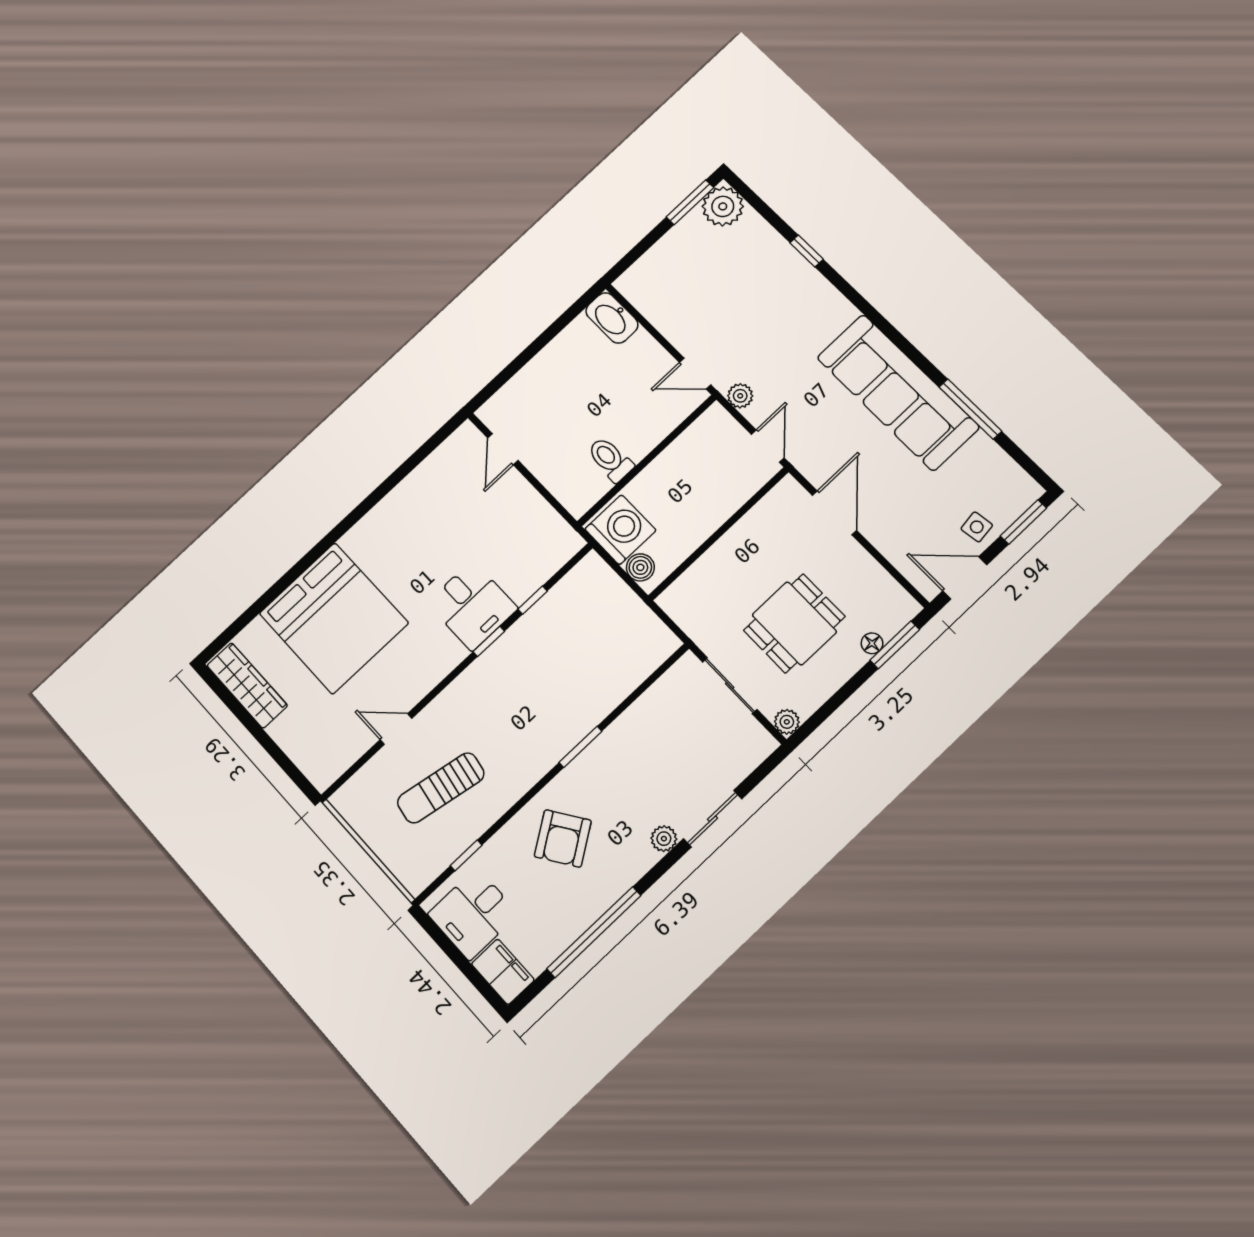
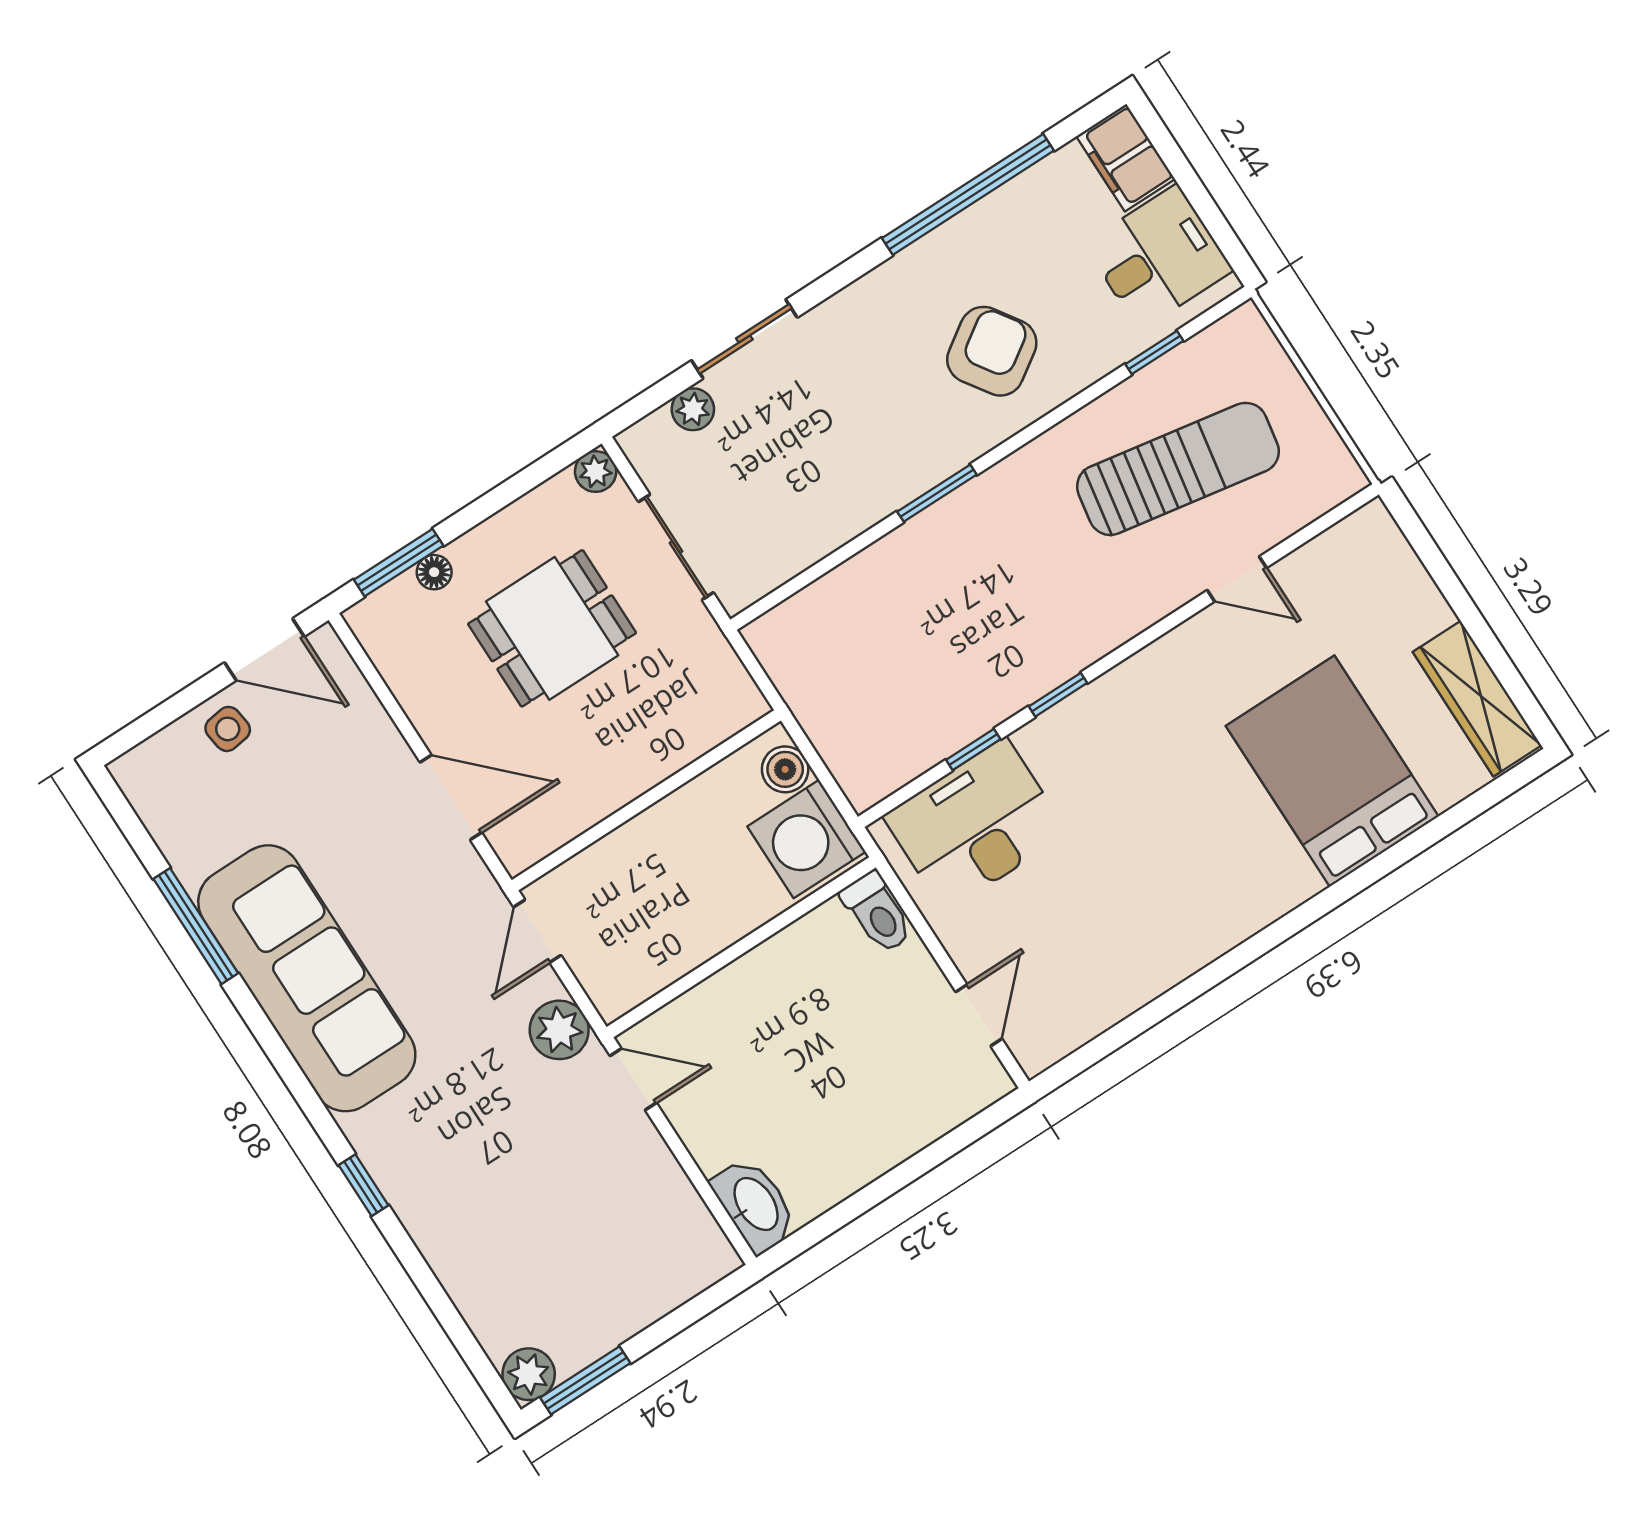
plant: (723, 206) -> (529, 1374), width x0.73, depth x0.73
window: (807, 251) -> (363, 1185), moved
plant: (740, 396) -> (559, 1030), width x1.38, depth x1.38
toilet: (610, 459) -> (877, 913), moved
door: (834, 513) -> (451, 797), swing flipped
window: (1023, 522) -> (152, 722), removed
desk: (472, 606) -> (975, 825), moved, width x1.37
bed: (334, 618) -> (1332, 771), width x0.73
sun lounger: (441, 788) -> (1178, 469), width x1.36, depth x1.34
plant: (664, 839) -> (693, 409), moved

